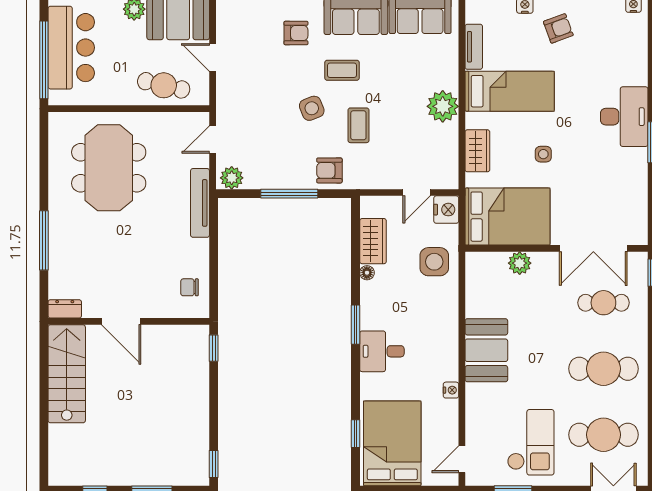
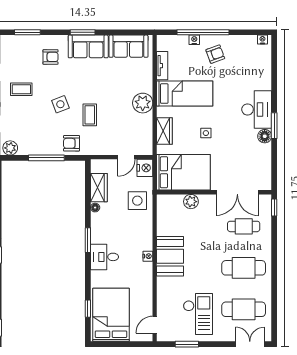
coffee table: (342, 70) -> (21, 89), moved
floor lamp: (637, 159) -> (265, 136), added
nightstand: (451, 390) -> (148, 256), moved

